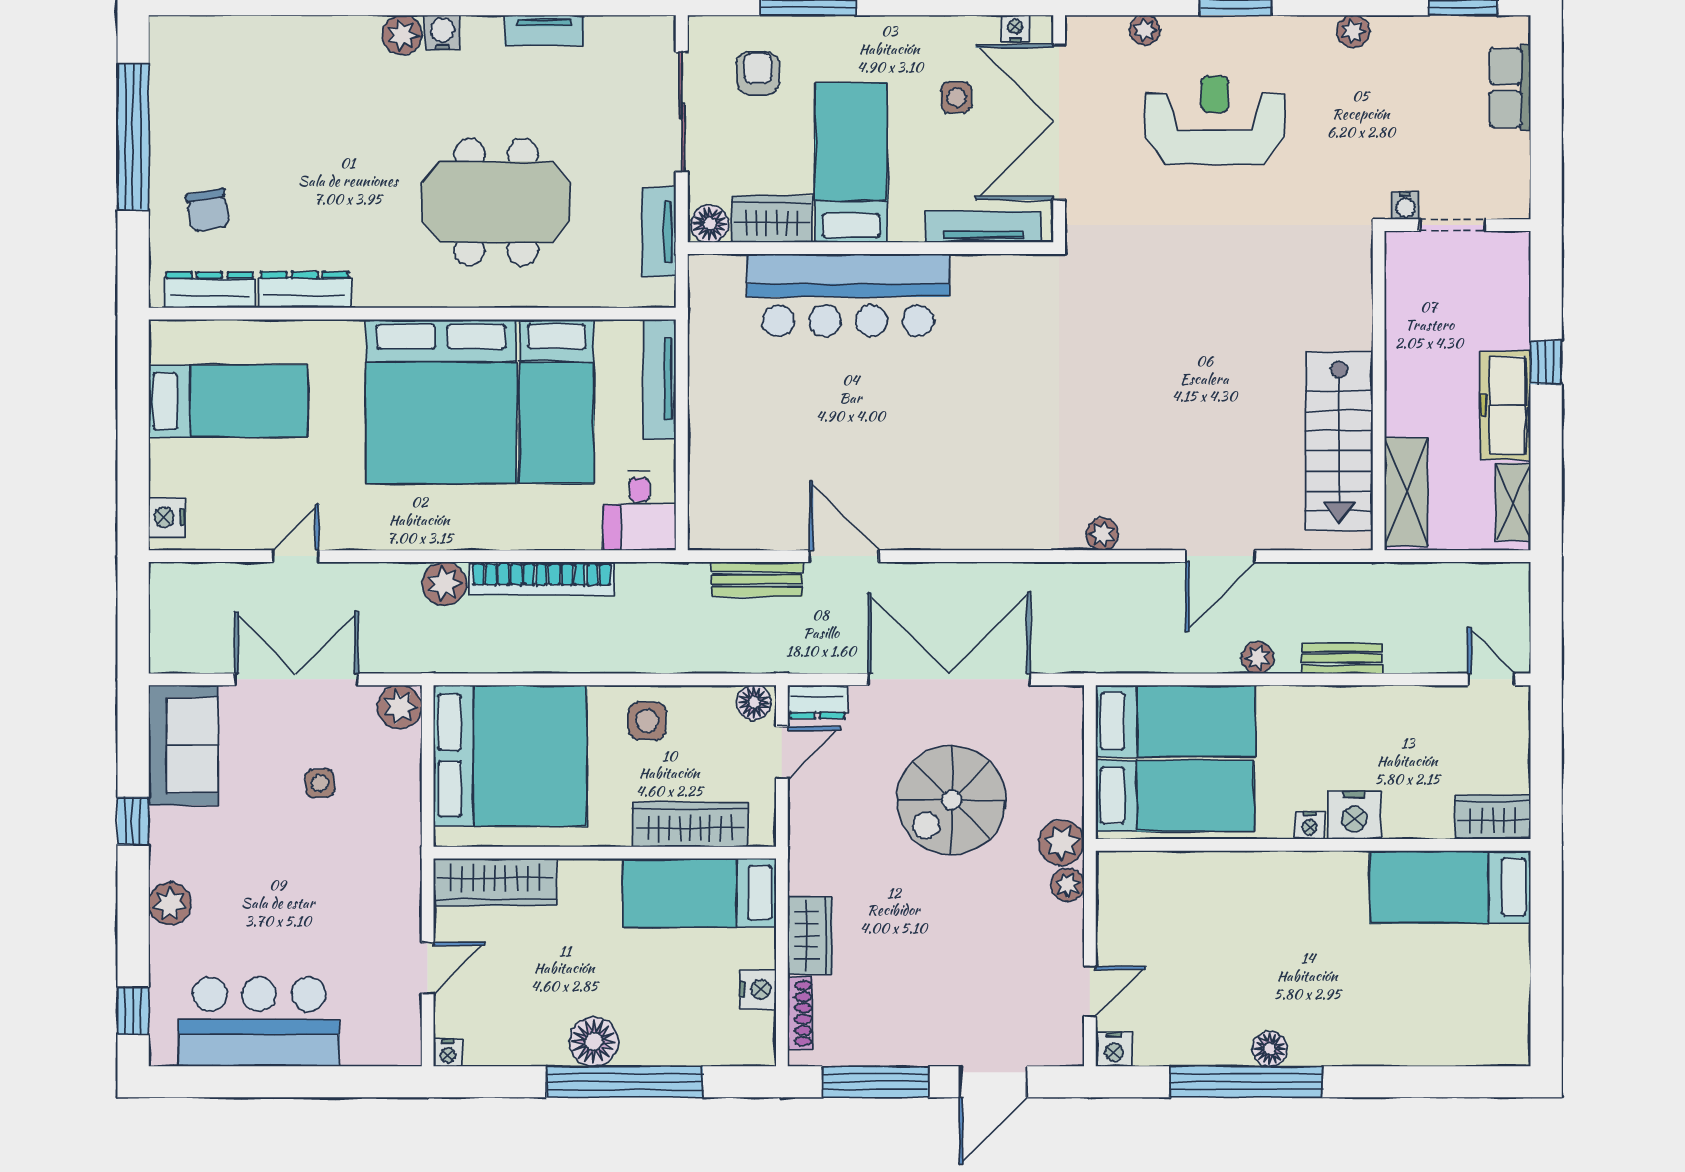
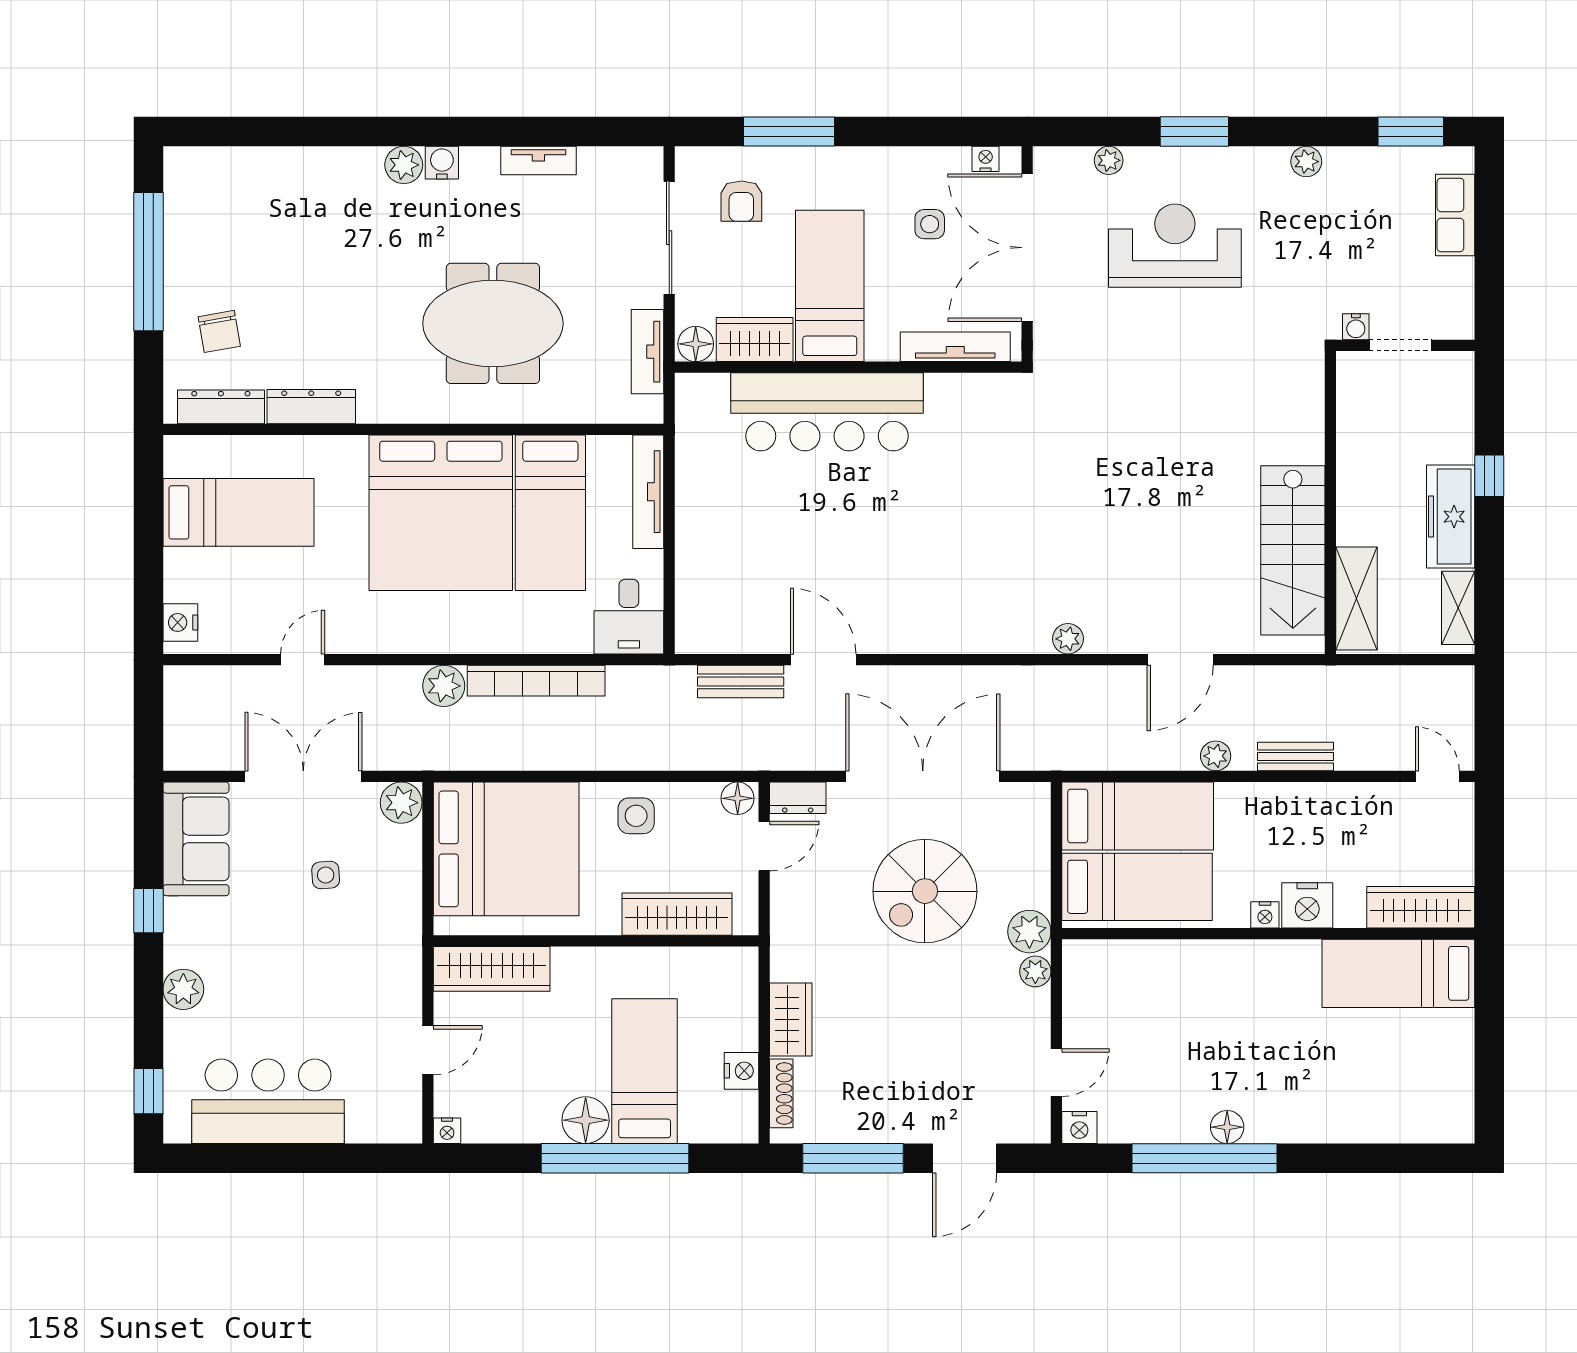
armchair: (758, 73) -> (741, 201), turned 180
wardrobe: (1493, 817) -> (1421, 907), width x1.50
bed: (700, 893) -> (645, 1071), moved, turned 90

